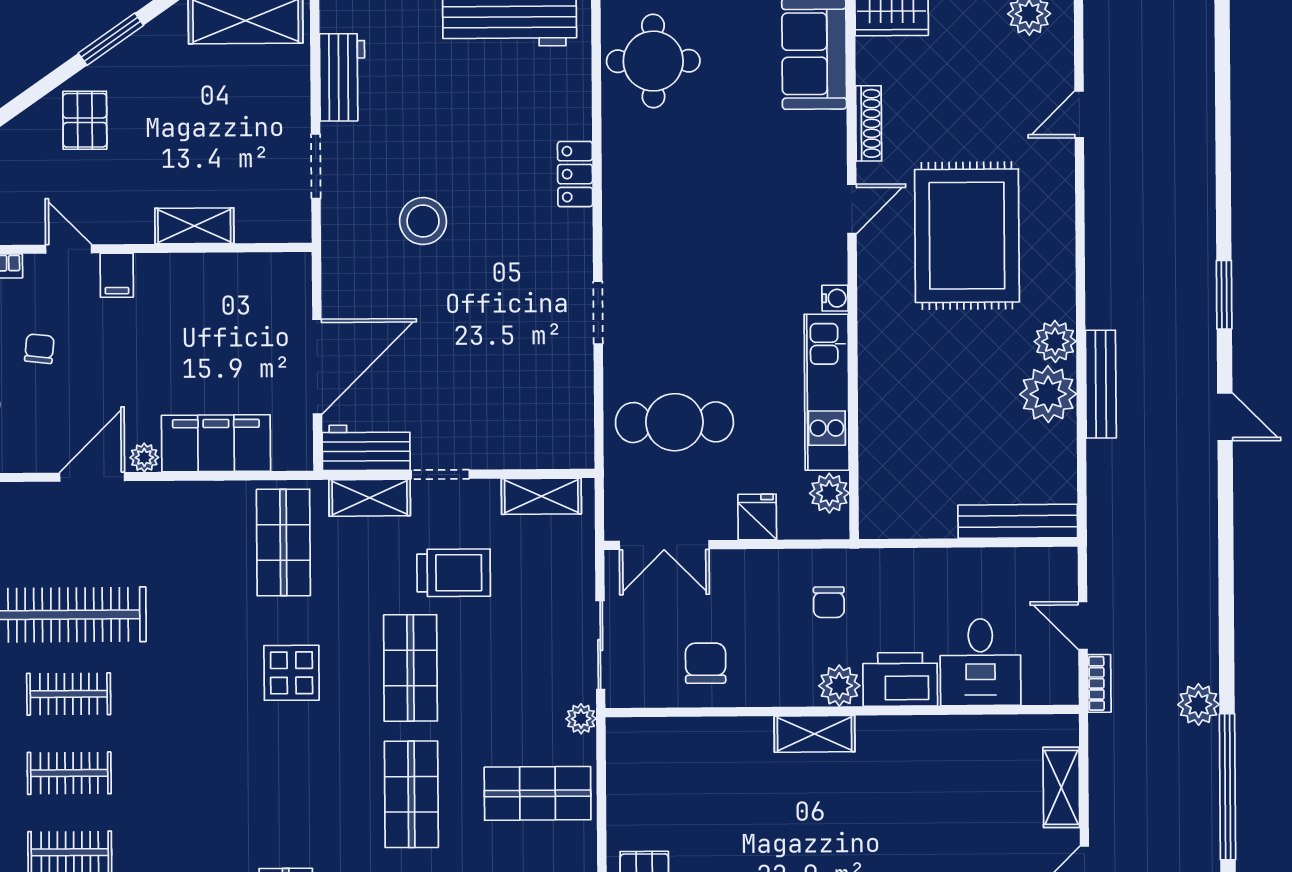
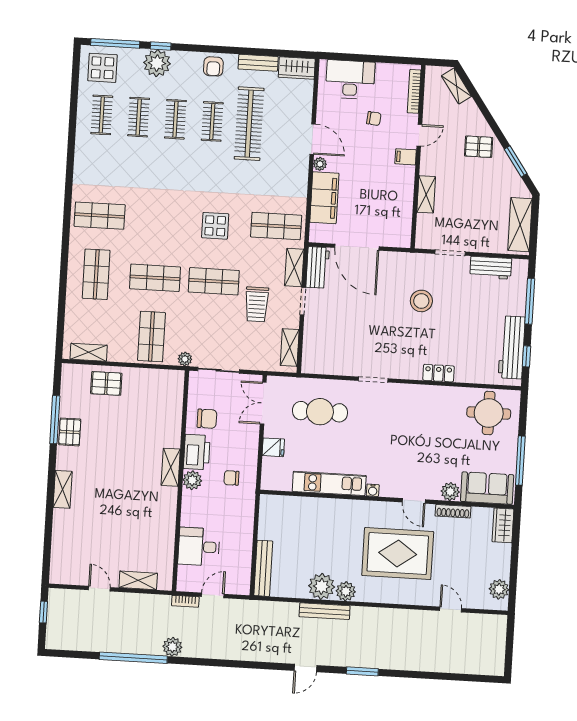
cafe table: (674, 422) -> (320, 412), turned 90
plant: (829, 493) -> (450, 492), moved
printer: (900, 679) -> (197, 452), moved

